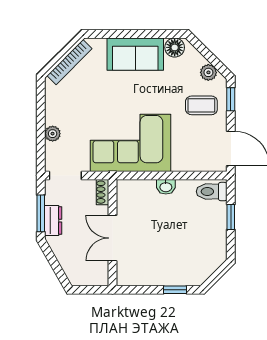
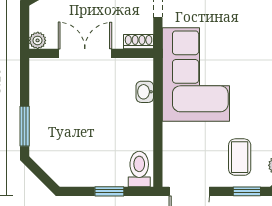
washbasin: (166, 187) -> (145, 92), moved
plant: (101, 279) -> (38, 40), added
window: (175, 290) -> (25, 126), width x1.50

